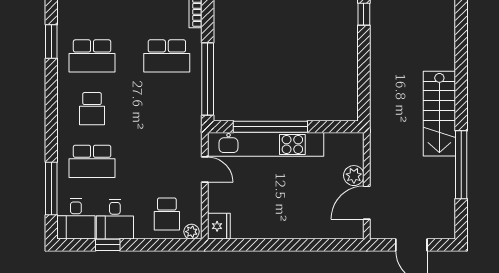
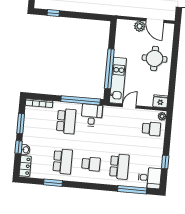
kitchen unit: (266, 144) -> (118, 81), width x0.73
round table: (297, 208) -> (155, 58), added
desk: (115, 219) -> (92, 115), moved, turned -90

